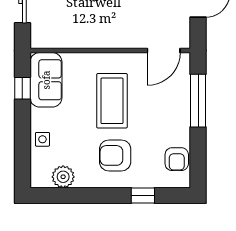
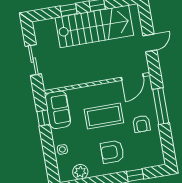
coffee table: (112, 101) -> (104, 116), turned 90
armchair: (177, 159) -> (141, 124), moved

